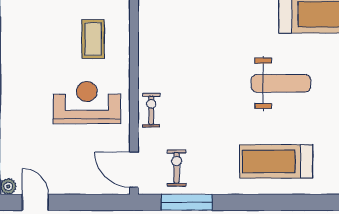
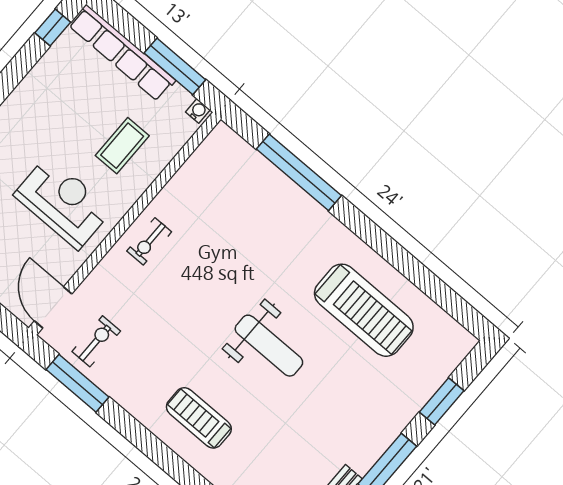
exercise bike: (151, 110) -> (149, 241), moved, turned 180
treadmill: (276, 161) -> (199, 418), width x0.73, depth x0.73

